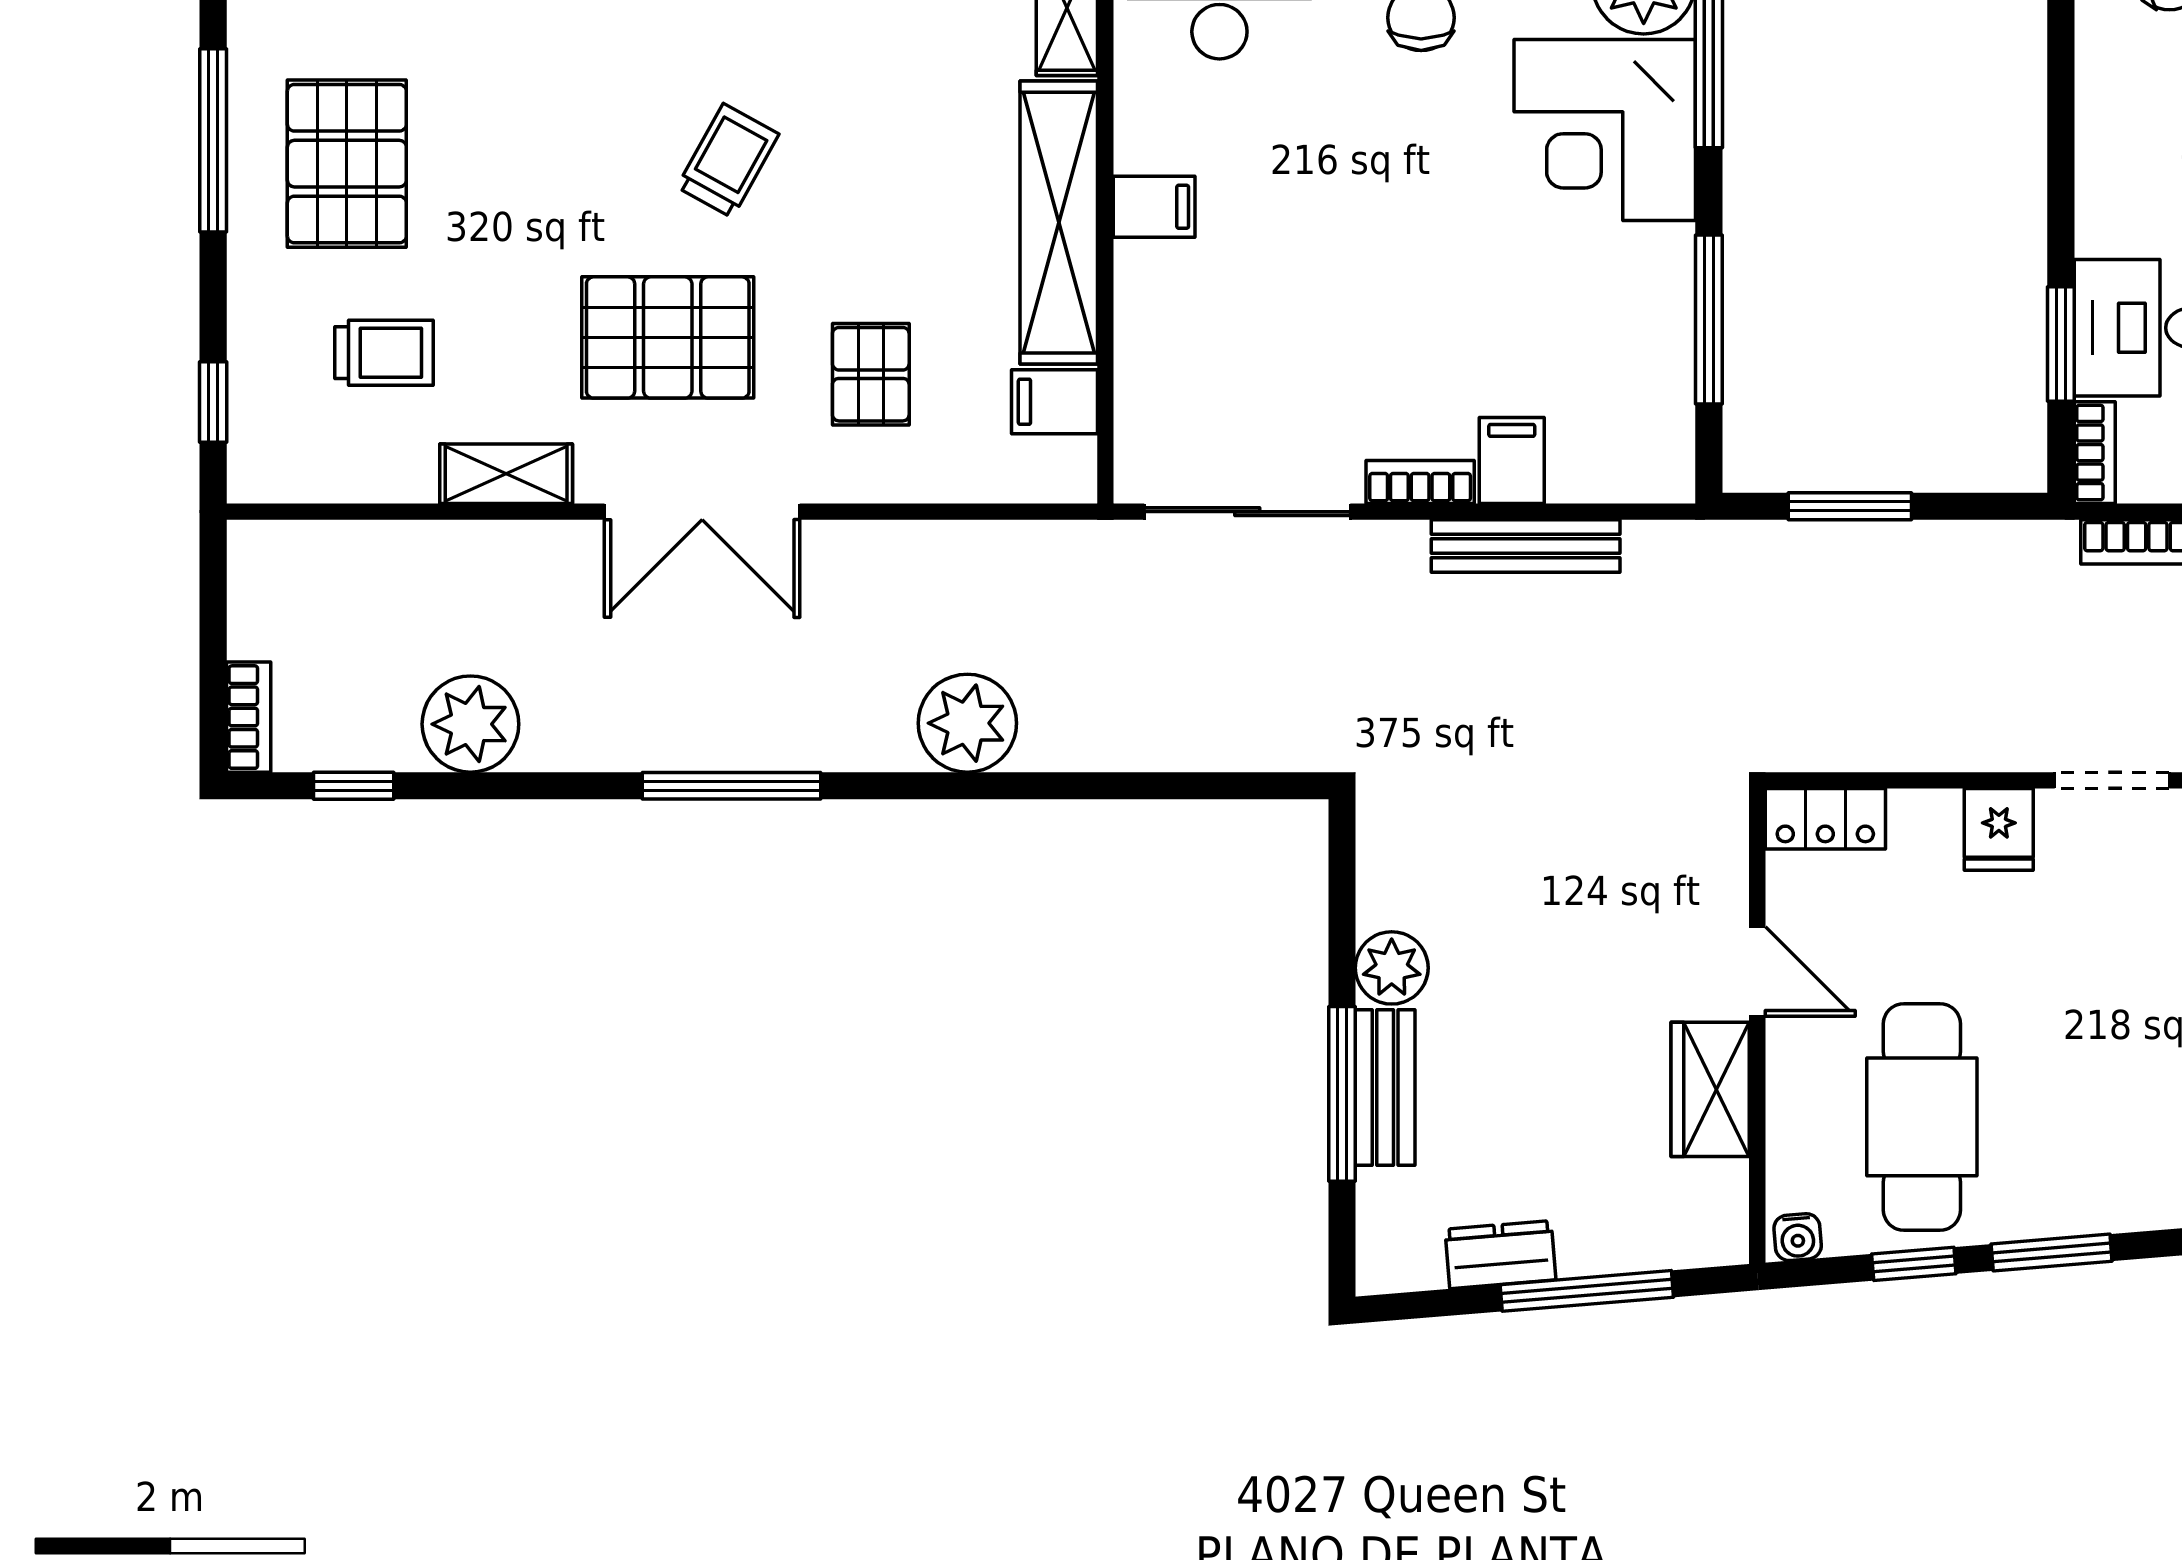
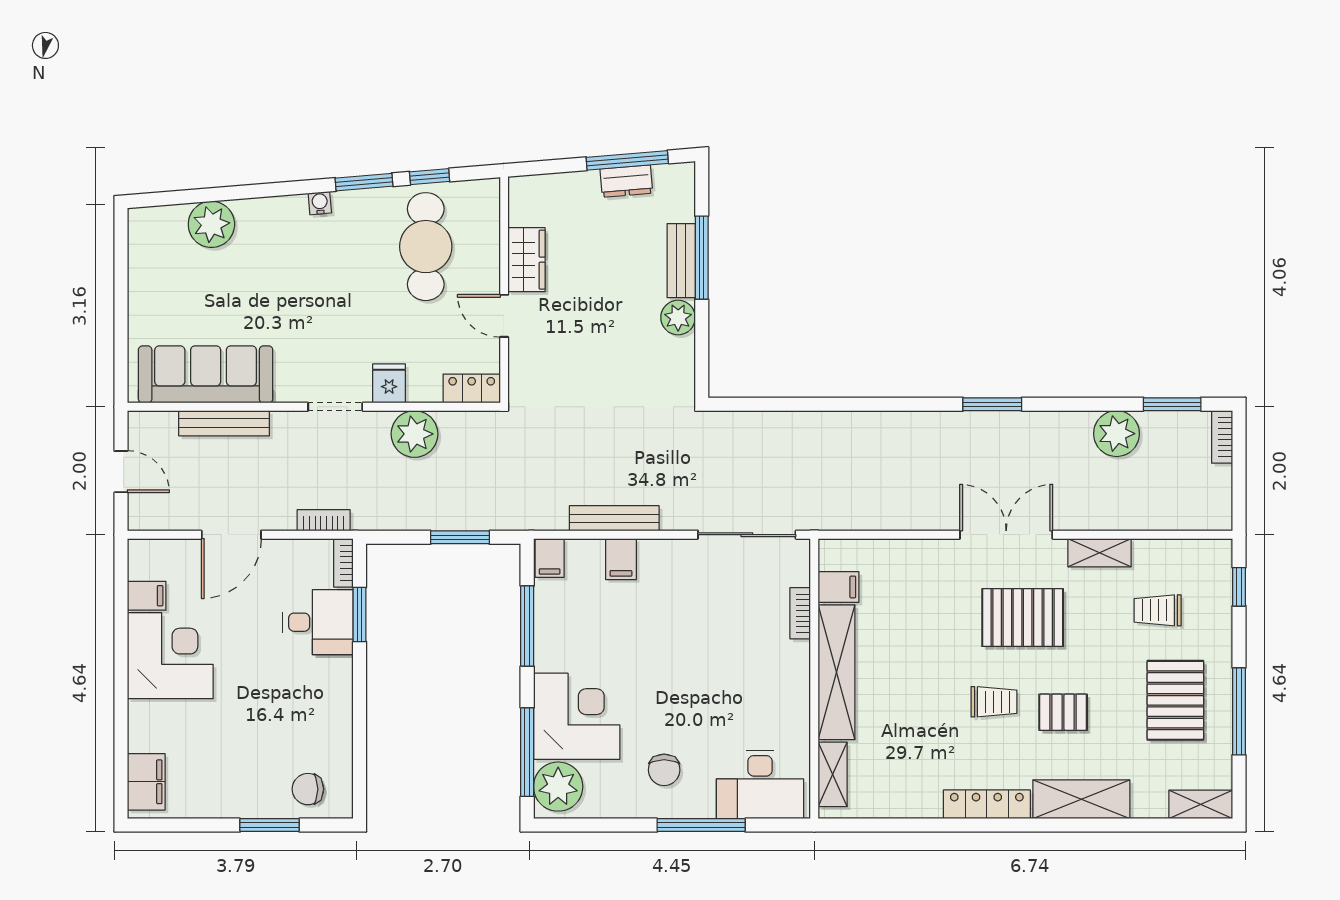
trolley: (728, 161) -> (994, 702), turned -119
filing cabinet: (1154, 207) -> (550, 558), moved, turned -90
pallet: (871, 374) -> (1063, 712), moved, turned 90
bookcase: (1420, 482) -> (800, 613), moved, turned 90
plant: (967, 723) -> (414, 434), moved
window: (354, 786) -> (1172, 404), width x1.50
window: (731, 786) -> (992, 404), width x0.69
water cooler: (1798, 1237) -> (320, 203), moved
window: (1587, 1291) -> (627, 160), moved

